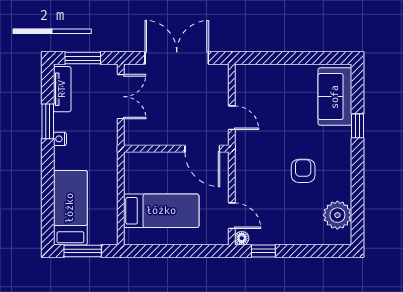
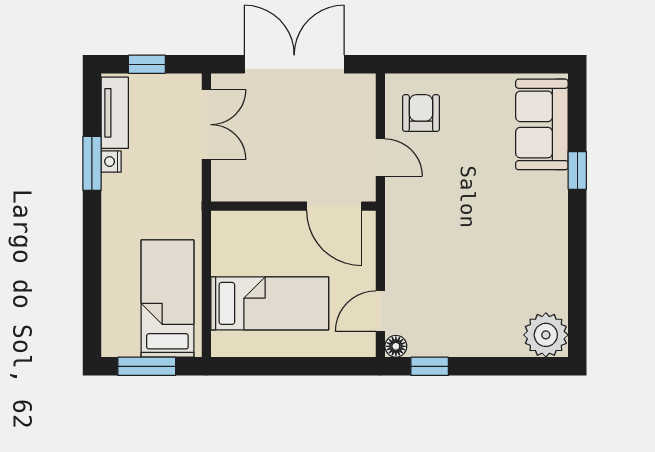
window: (83, 58) -> (147, 64), width x0.67
nightstand: (60, 139) -> (111, 162), moved
armchair: (303, 171) -> (421, 113), moved
bed: (70, 208) -> (167, 299), moved
plant: (337, 215) -> (546, 335), moved
door: (232, 216) -> (380, 311), swing flipped

